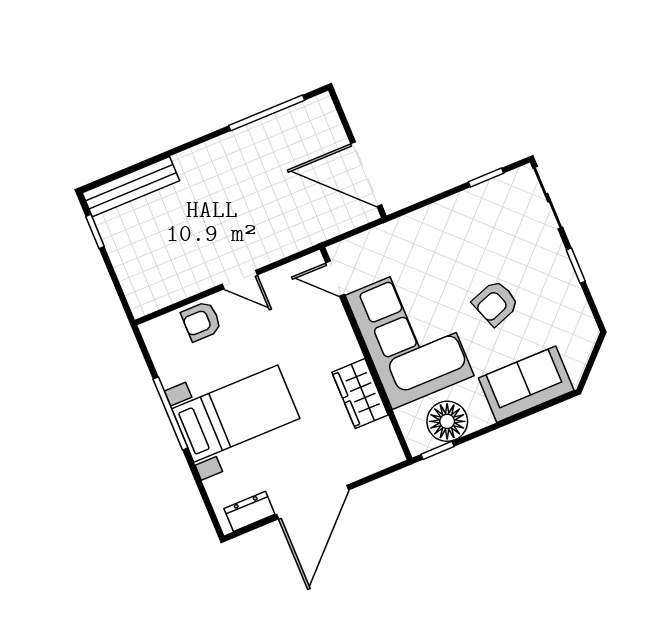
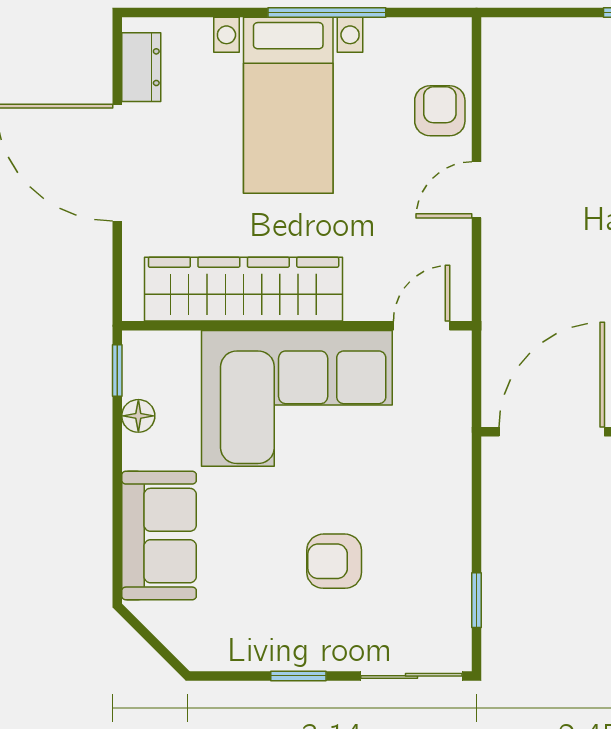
armchair: (495, 303) -> (334, 561), moved, turned -70
wardrobe: (360, 394) -> (244, 289), width x2.10, depth x1.17
floor lamp: (447, 421) -> (138, 416), width x0.53, depth x0.53

